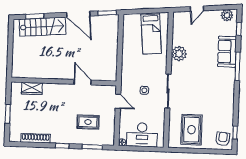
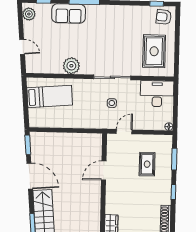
door: (78, 14) -> (30, 176), hinge flipped
rug: (191, 130) -> (154, 51), turned 90
desk: (142, 135) -> (157, 94), moved, turned -90

